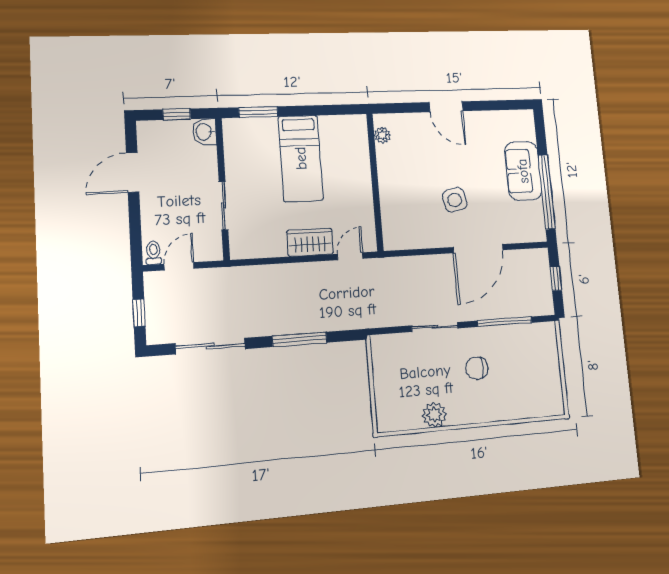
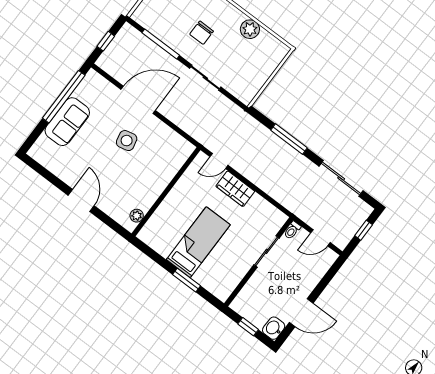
window: (258, 112) -> (187, 280), moved
washbasin: (204, 132) -> (274, 328), moved, turned 180
toilet: (153, 253) -> (292, 230), moved
chair: (477, 368) -> (202, 33), turned 90

